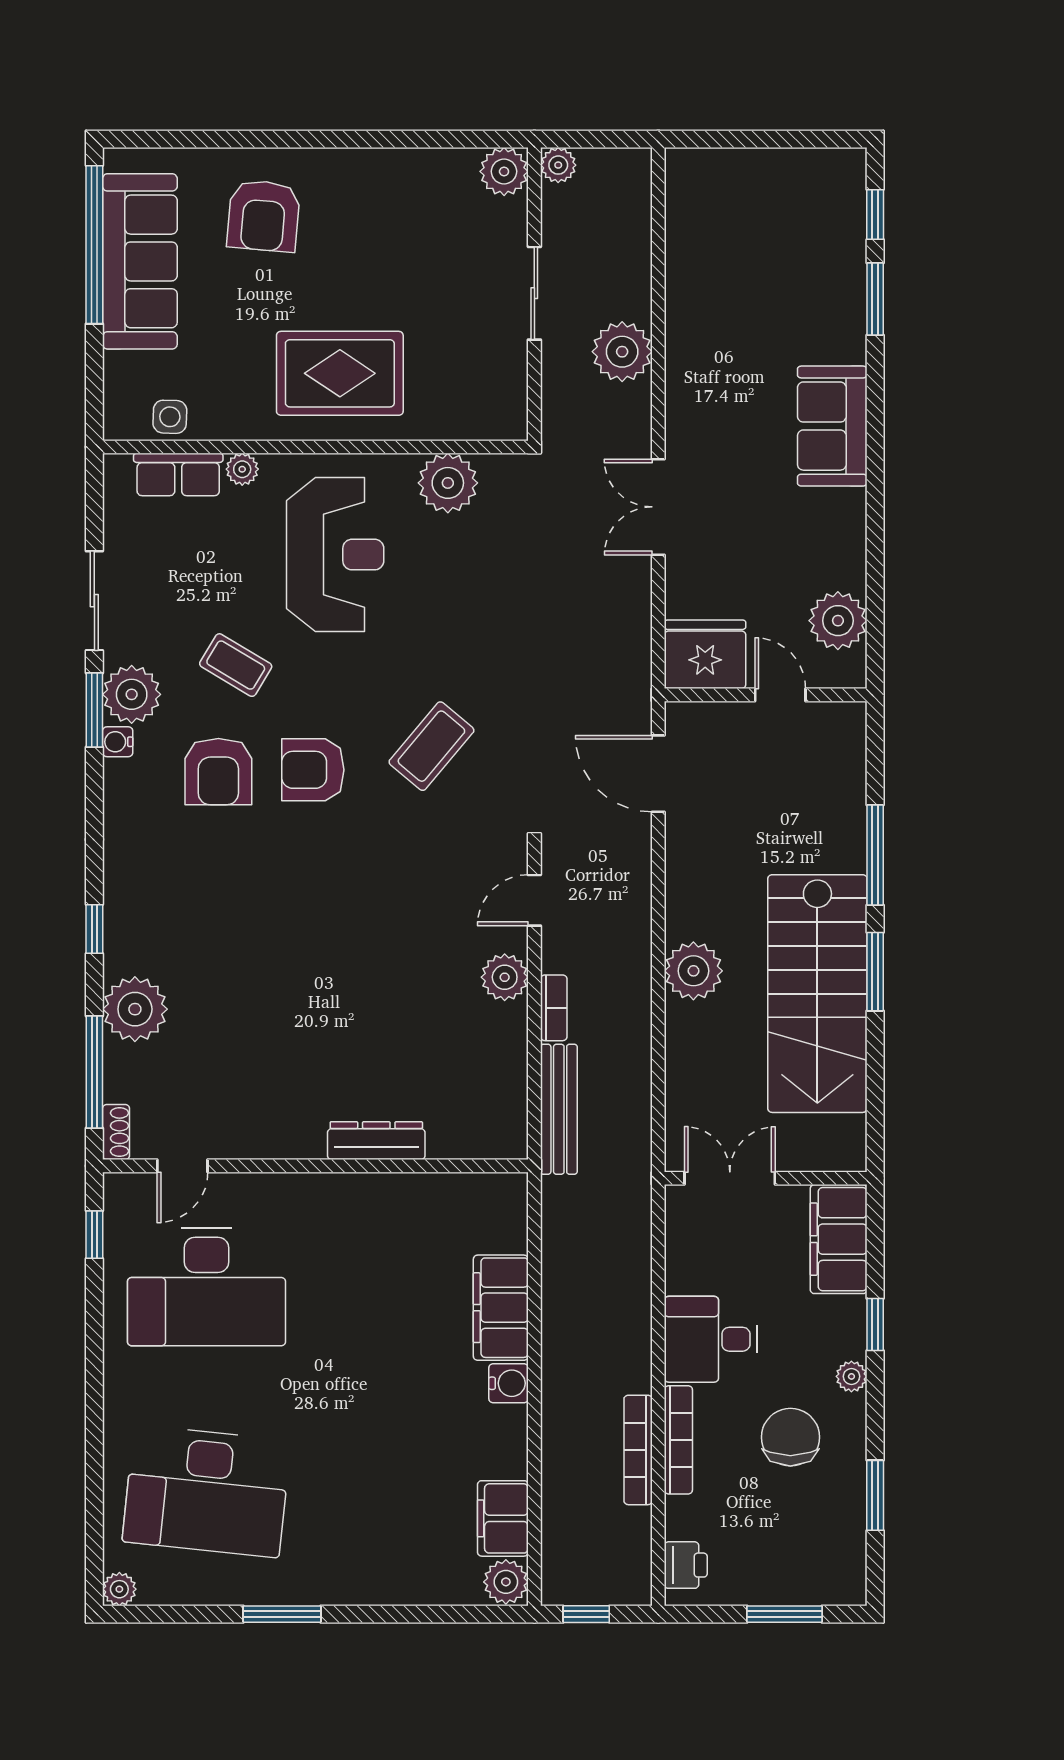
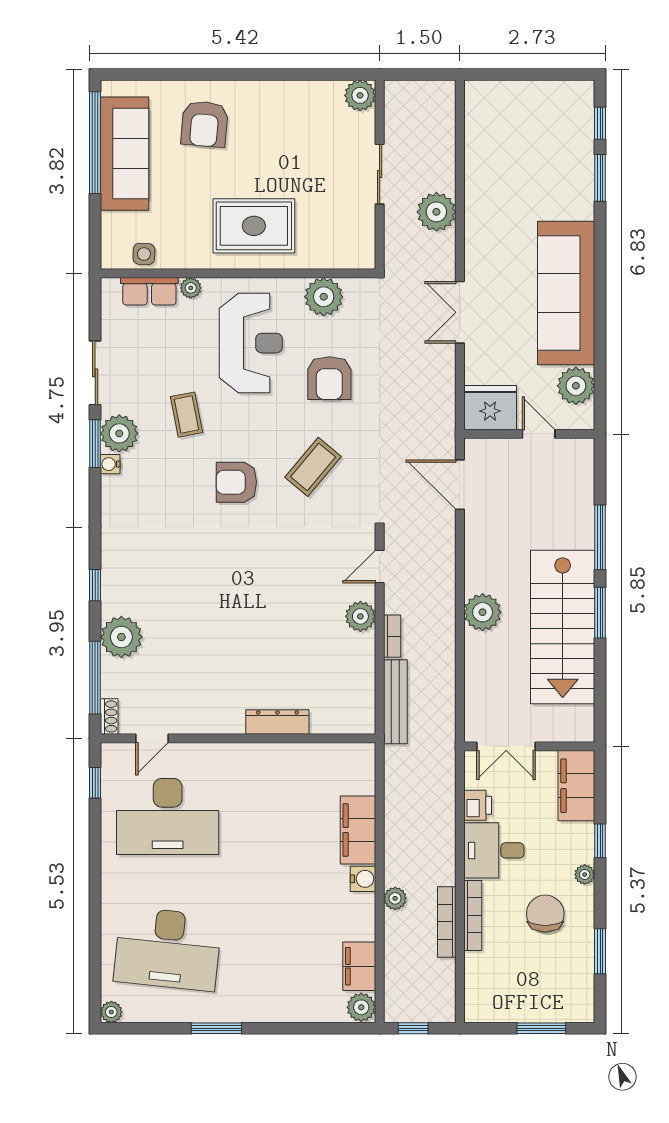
plant: (558, 165) -> (395, 898), moved
sofa: (832, 426) -> (566, 293), width x1.85, depth x1.27
coffee table: (236, 665) -> (187, 415), turned 48
armchair: (218, 772) -> (329, 378), moved
double door: (730, 1178) -> (506, 746), swing flipped
printer: (686, 1565) -> (478, 805), moved

